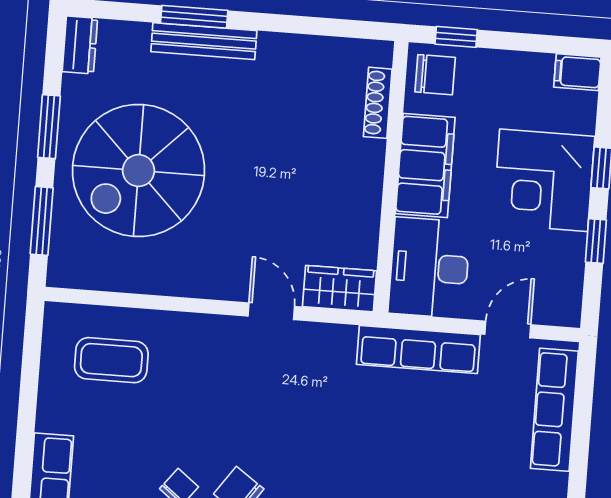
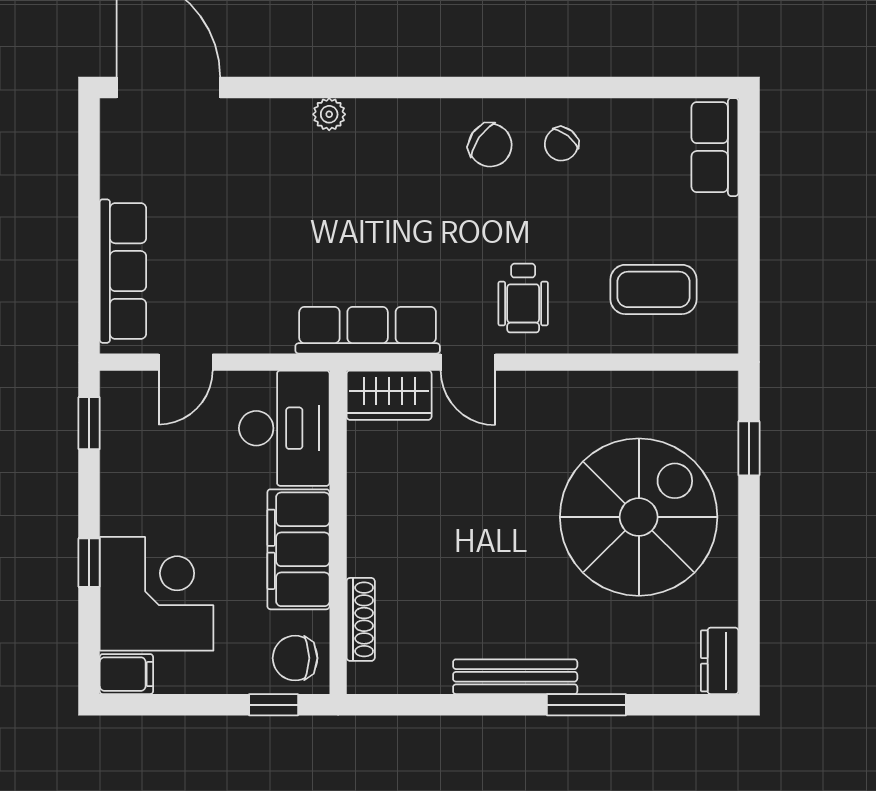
bench: (204, 41) -> (515, 677), moved
window: (49, 127) -> (749, 561), removed
corner desk: (544, 180) -> (157, 594), moved
window: (42, 221) -> (749, 448), width x0.67
window: (596, 241) -> (89, 423), moved
row of seats: (418, 349) -> (368, 330), moved
wheelchair: (221, 361) -> (523, 298), added

